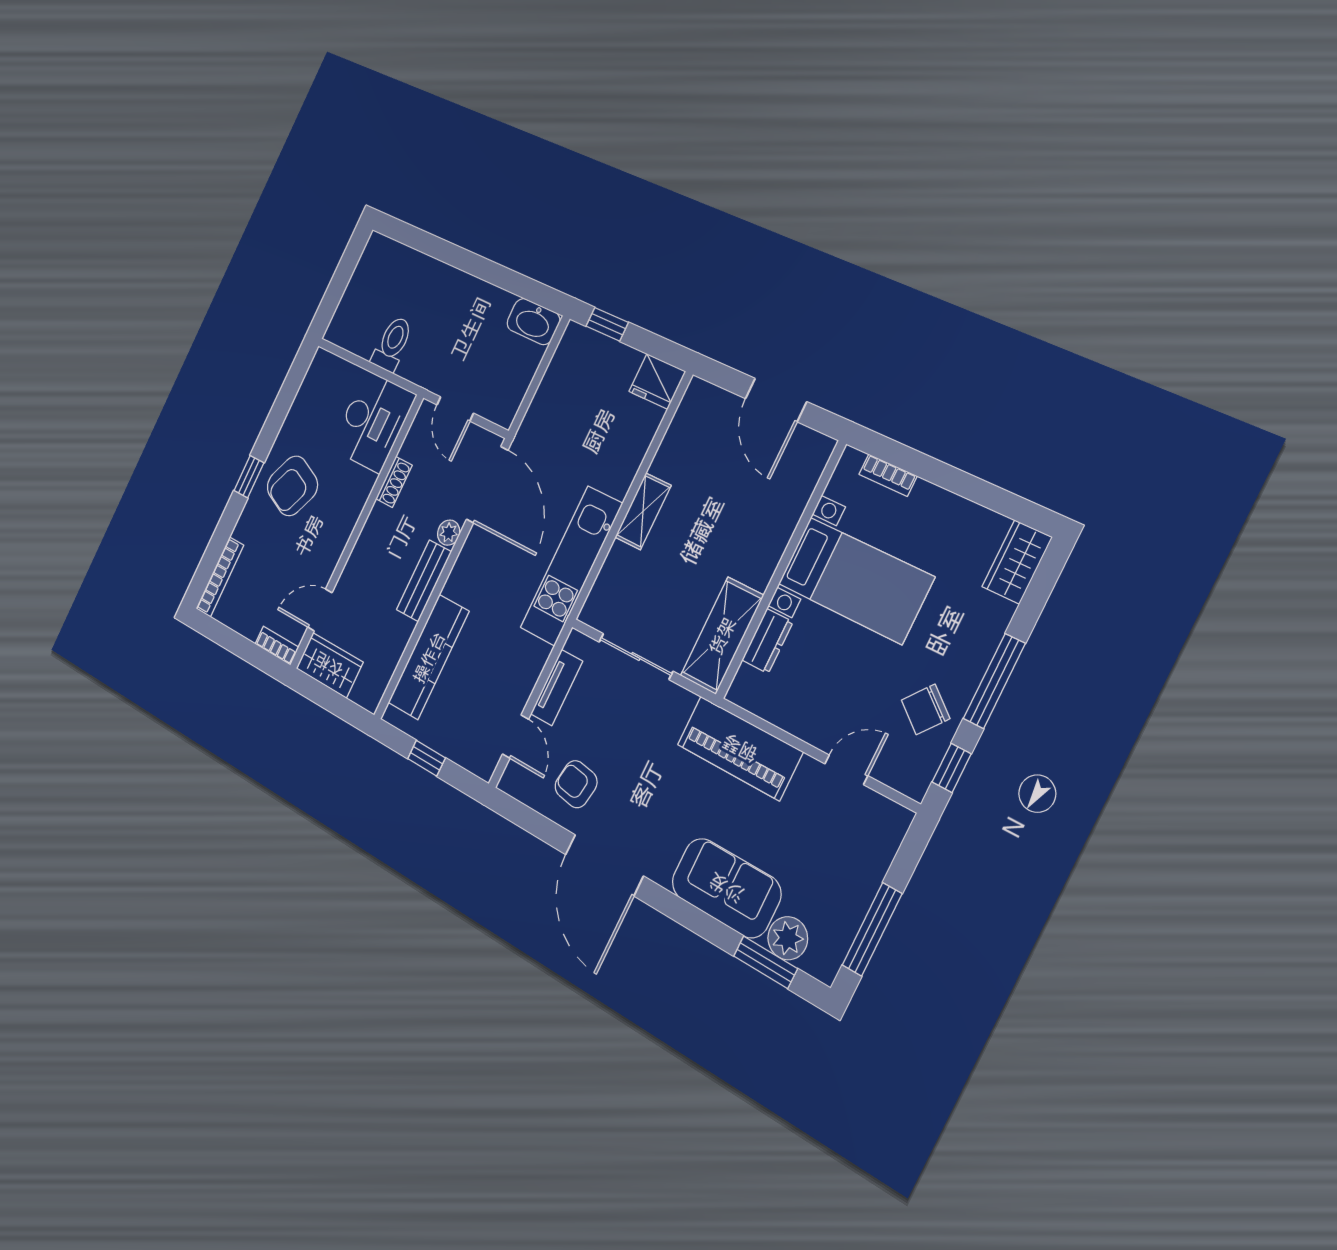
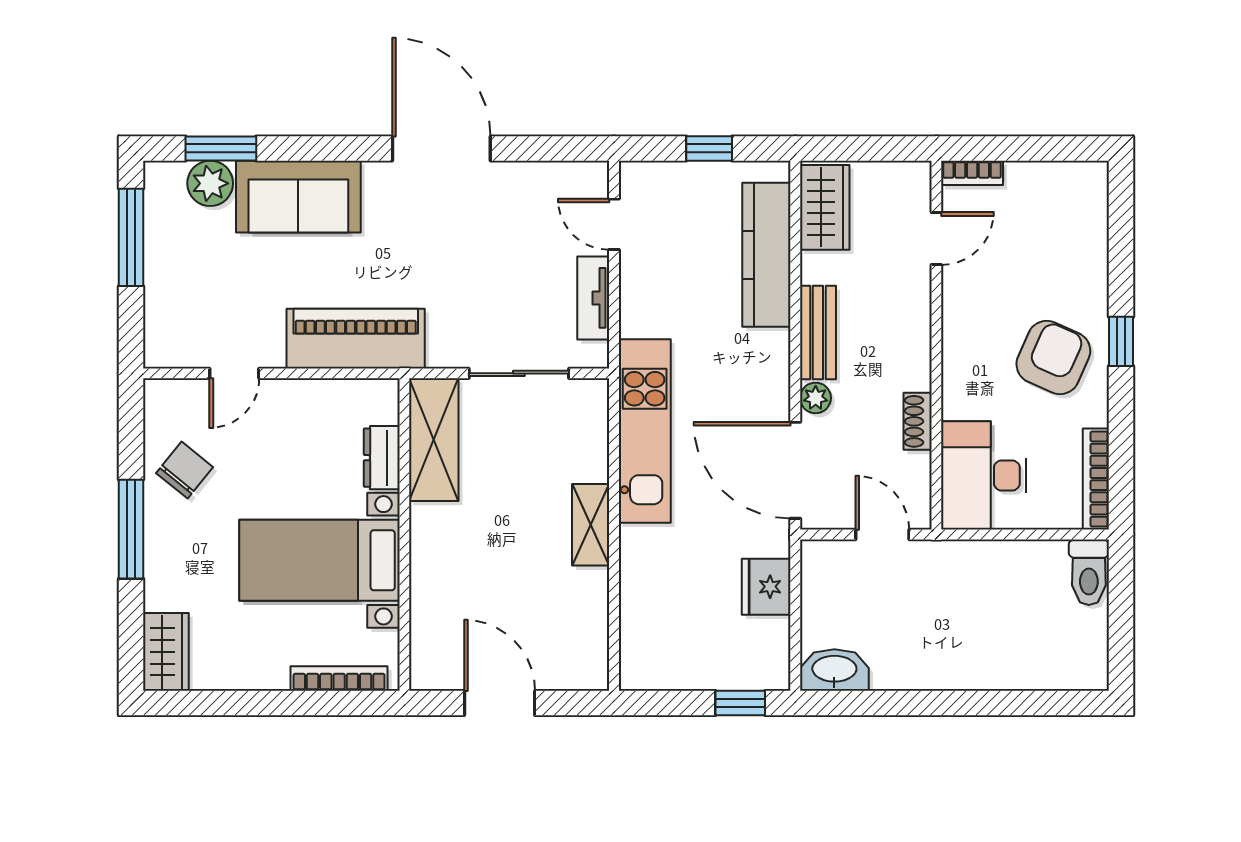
toilet: (392, 344) -> (1089, 572), moved
fridge: (657, 381) -> (766, 587), moved, turned -90
bookcase: (888, 475) -> (339, 679), width x1.56
bookcase: (220, 577) -> (1096, 479), moved
wardrobe: (329, 665) -> (825, 207), moved, turned -90
window: (952, 768) -> (131, 428), removed
armchair: (576, 784) -> (517, 212), removed

